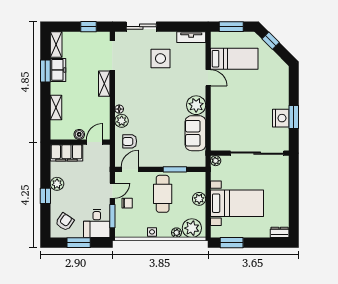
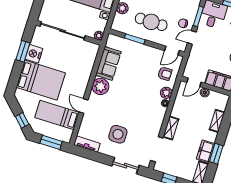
bed: (264, 91) -> (41, 80), added
cafe table: (163, 194) -> (151, 22), turned 90

